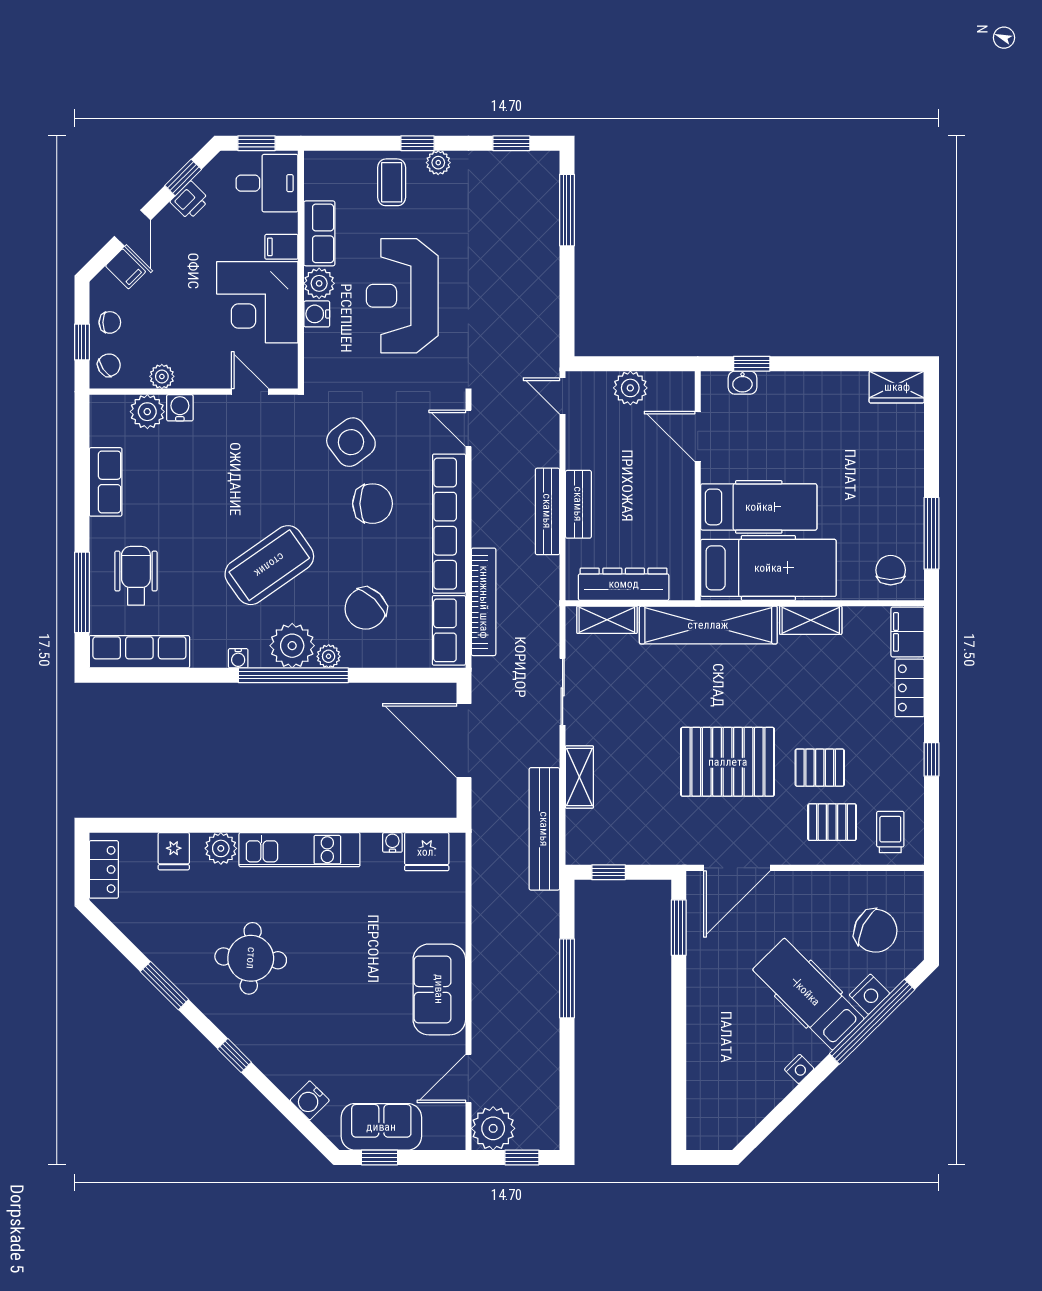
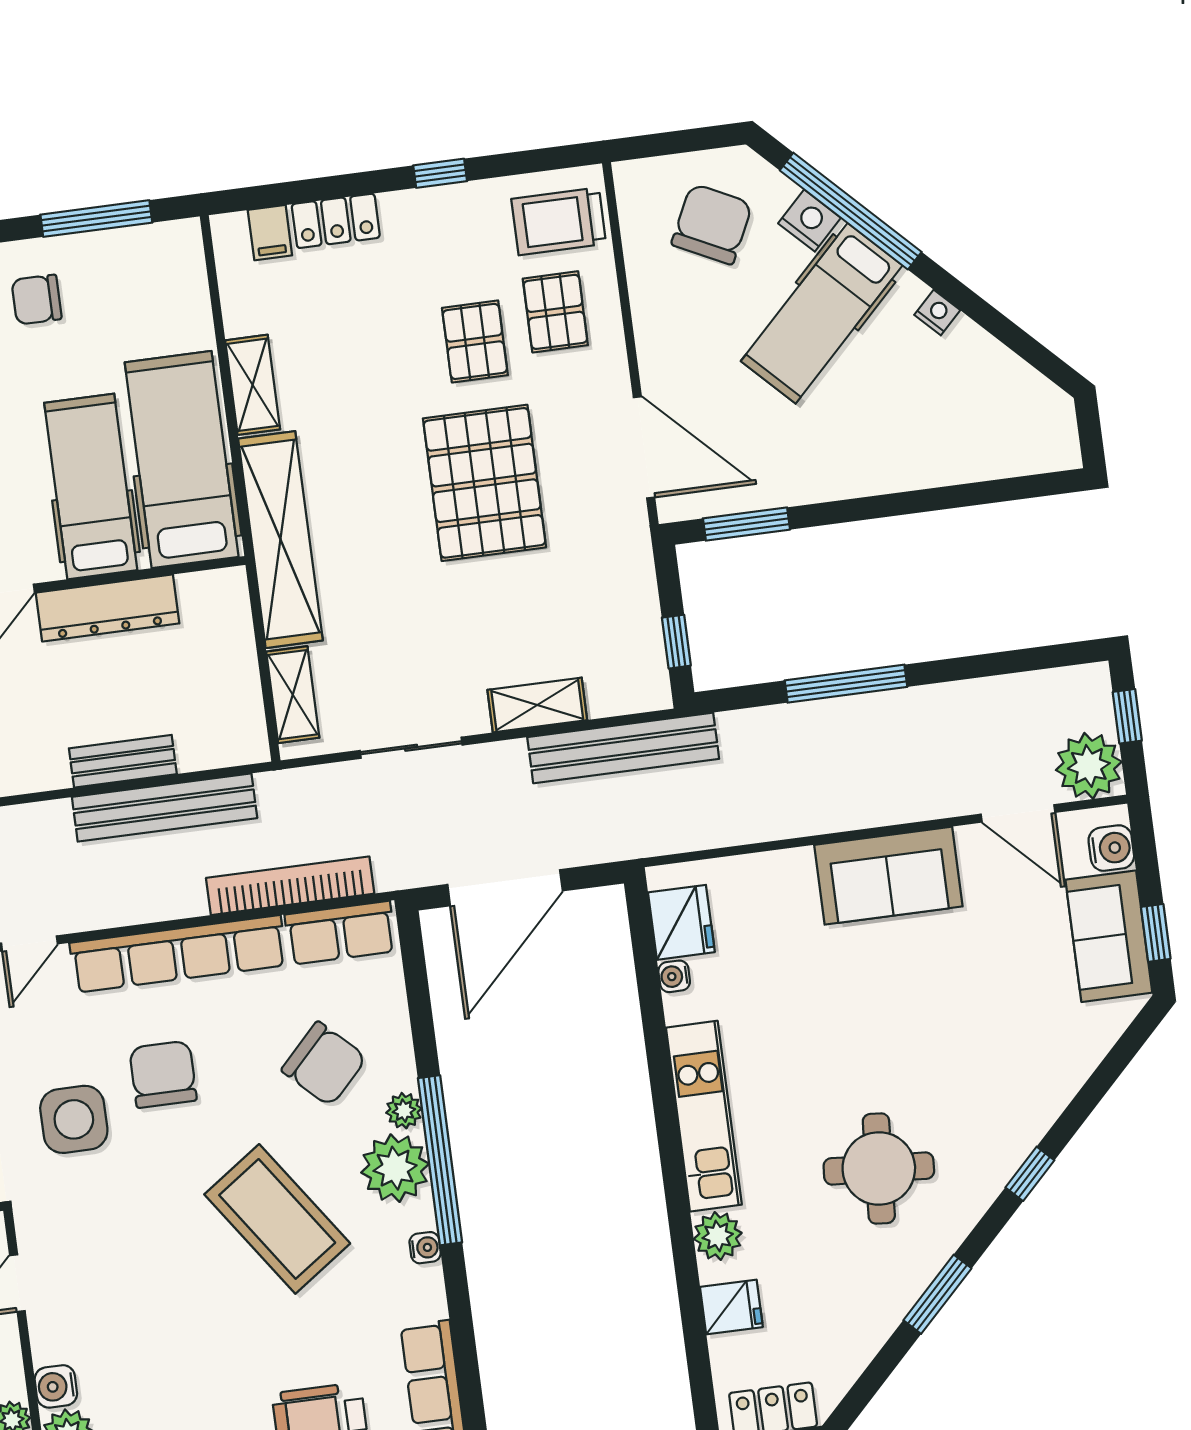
side table: (351, 442) -> (74, 1119), turned 37
bench: (547, 511) -> (165, 807), width x1.37, depth x1.21
chair: (891, 570) -> (36, 300), moved
dresser: (624, 584) -> (107, 608), moved, turned -90
filing cabinet: (908, 632) -> (270, 233), width x0.50
trolley: (890, 832) -> (559, 221), width x1.36, depth x1.39
water cooler: (310, 1100) -> (1111, 848), moved, turned -45

